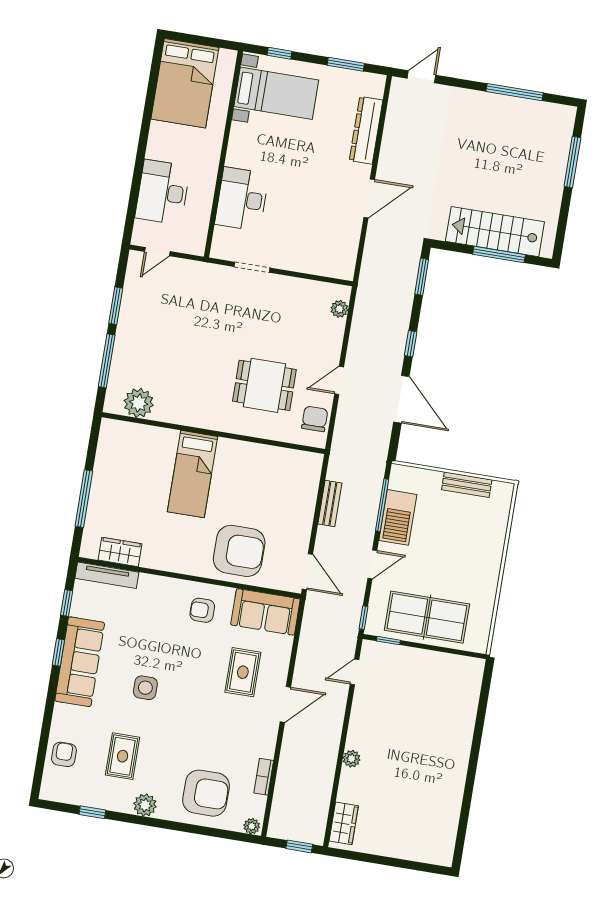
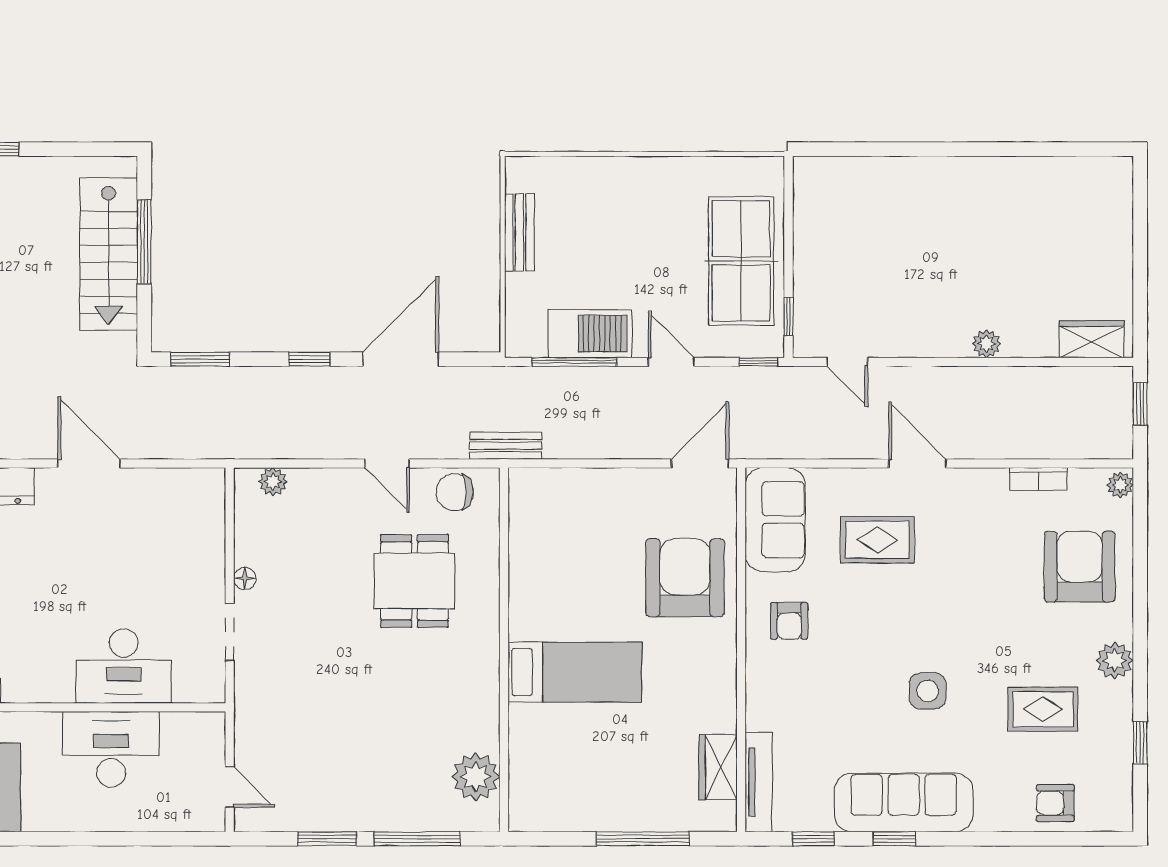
desk: (163, 192) -> (111, 749), moved, turned 180
floor lamp: (283, 282) -> (245, 578), added
bench: (330, 504) -> (506, 446), moved

